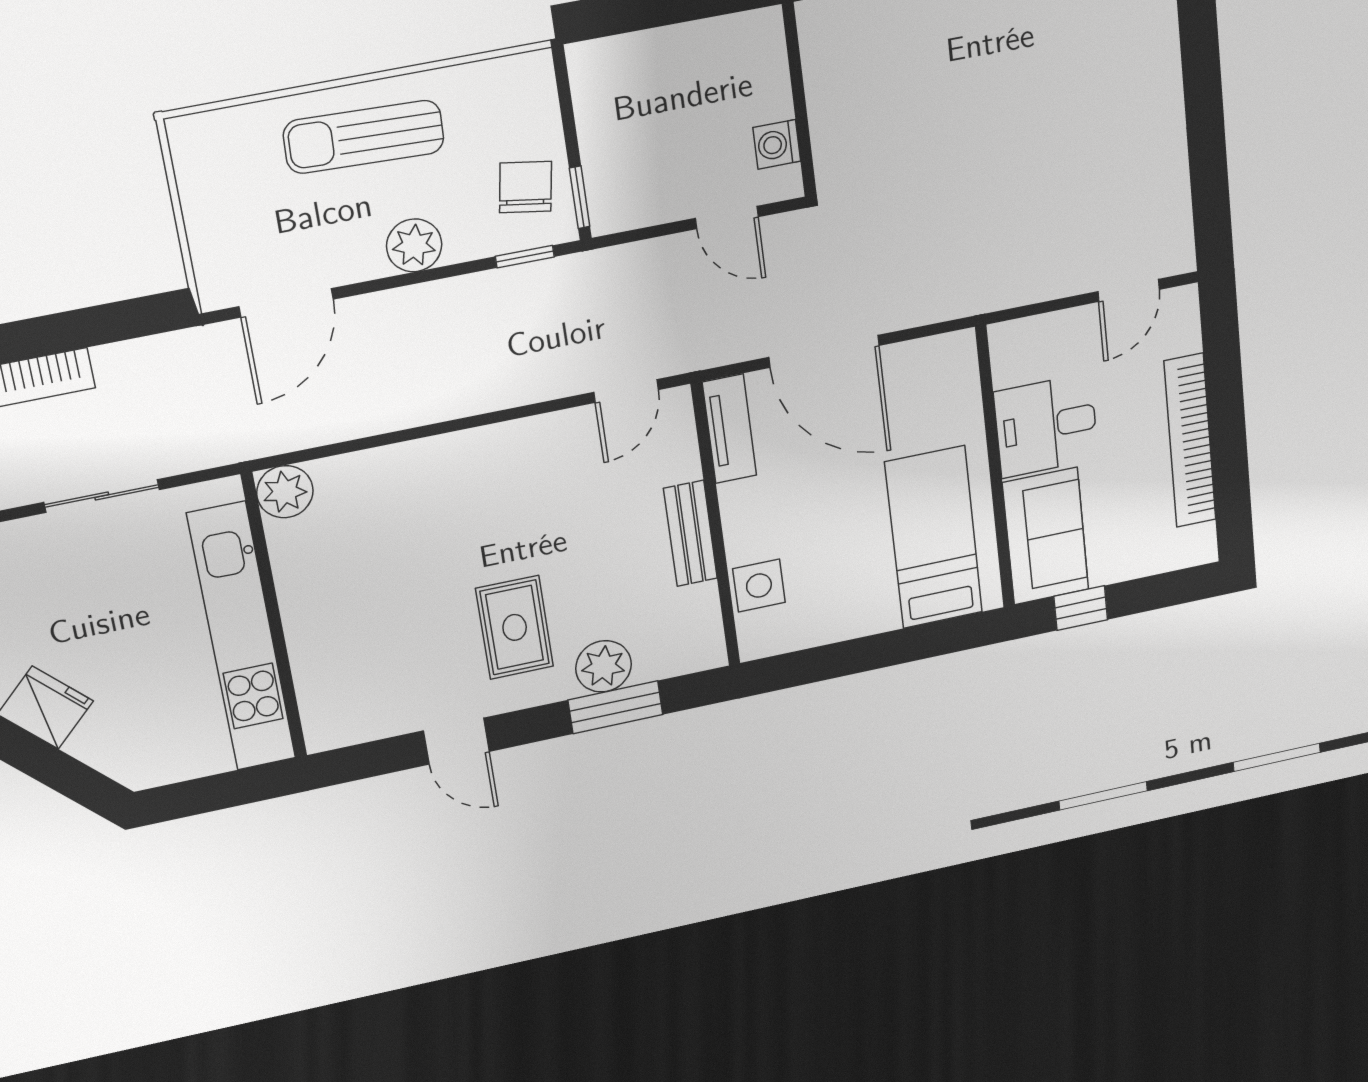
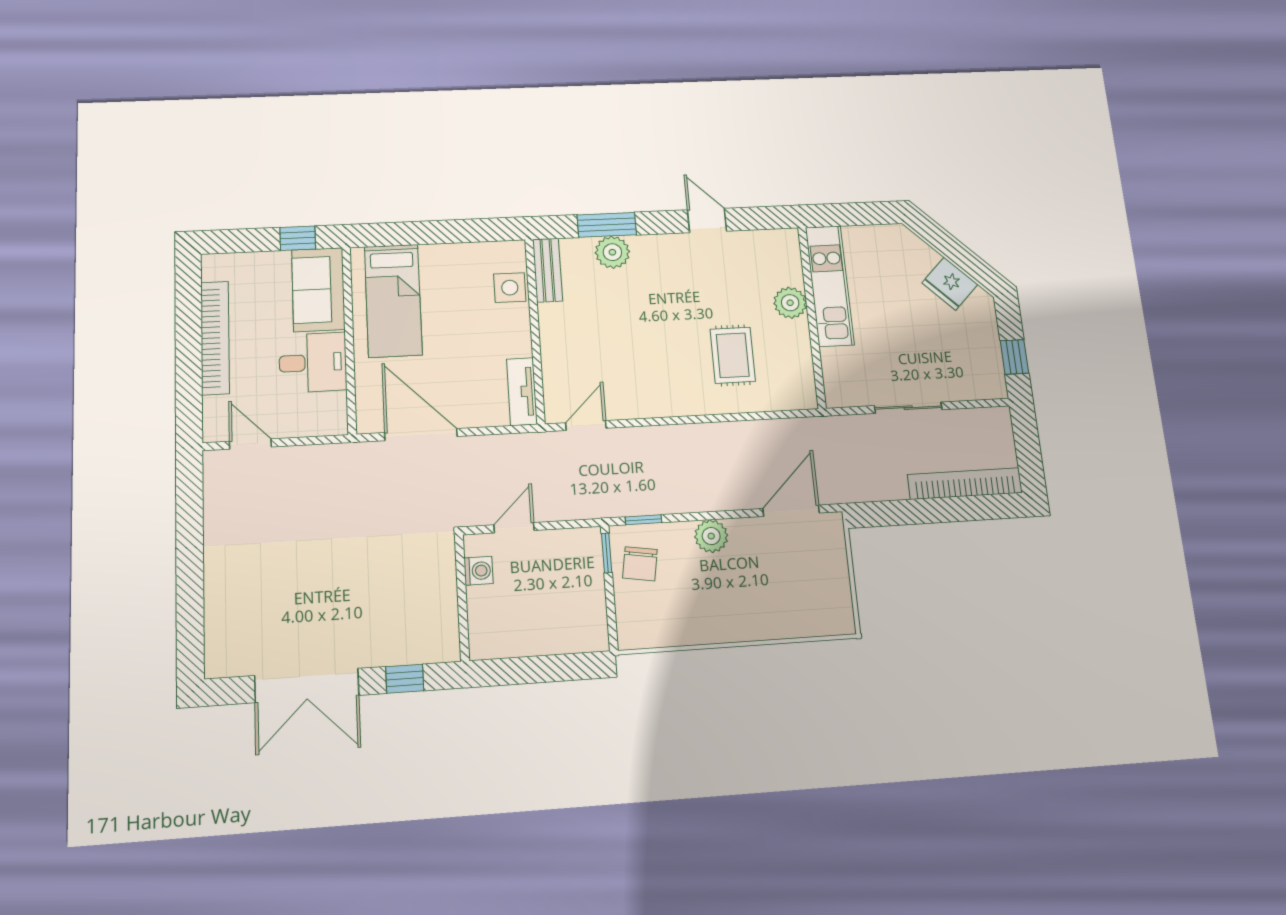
sun lounger: (364, 137) -> (737, 608), removed
door: (727, 218) -> (514, 528), hinge flipped
door: (1129, 290) -> (250, 444), hinge flipped
door: (824, 351) -> (421, 435), moved
plant: (285, 492) -> (790, 303), moved
bench: (690, 533) -> (548, 270), moved
rug: (515, 627) -> (733, 355), moved
kitchen unit: (242, 637) -> (830, 286), width x0.73

